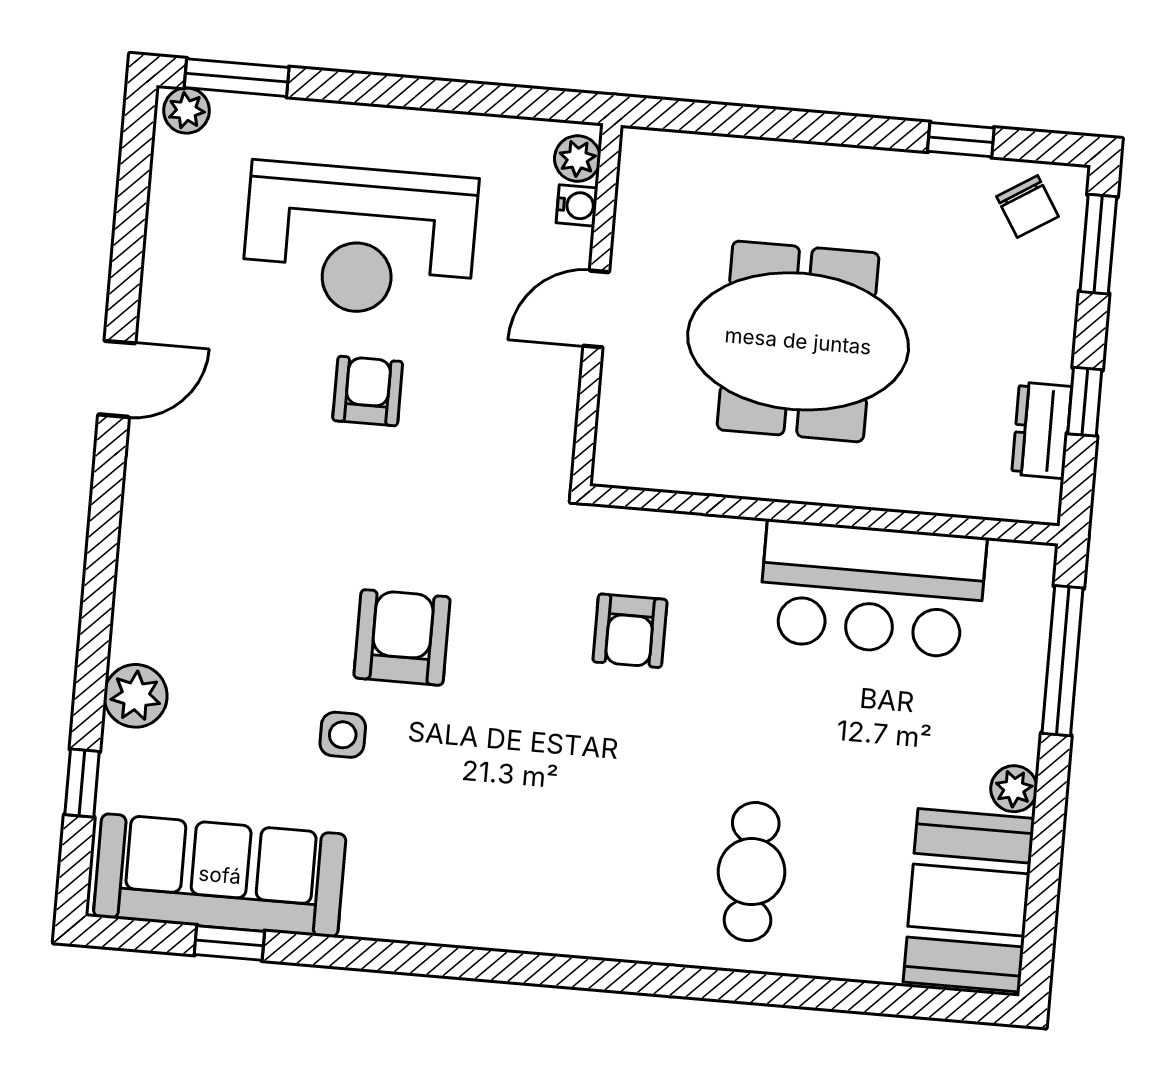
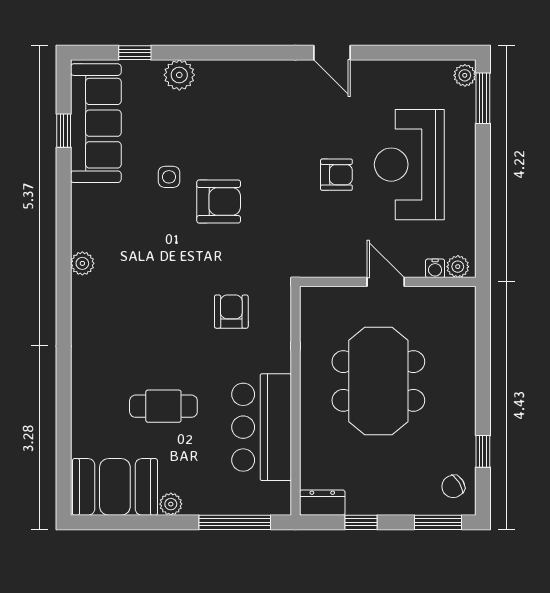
dresser: (1042, 430) -> (322, 503), moved
armchair: (630, 631) -> (231, 312), turned 90
cafe table: (752, 872) -> (163, 406), moved
plant: (505, 928) -> (82, 263), added

